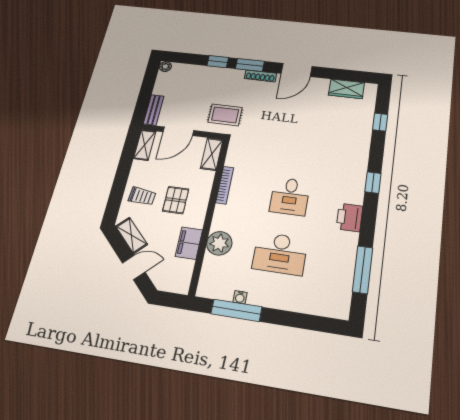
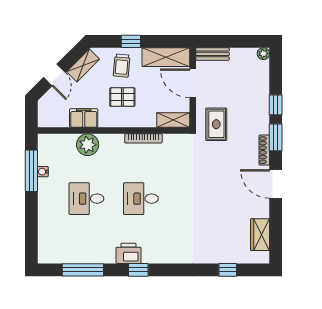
shelving: (145, 145) -> (166, 57), width x1.50, depth x1.33
window: (373, 183) -> (138, 270), moved
window: (120, 184) -> (131, 41), added
desk: (280, 254) -> (86, 199), width x0.73

